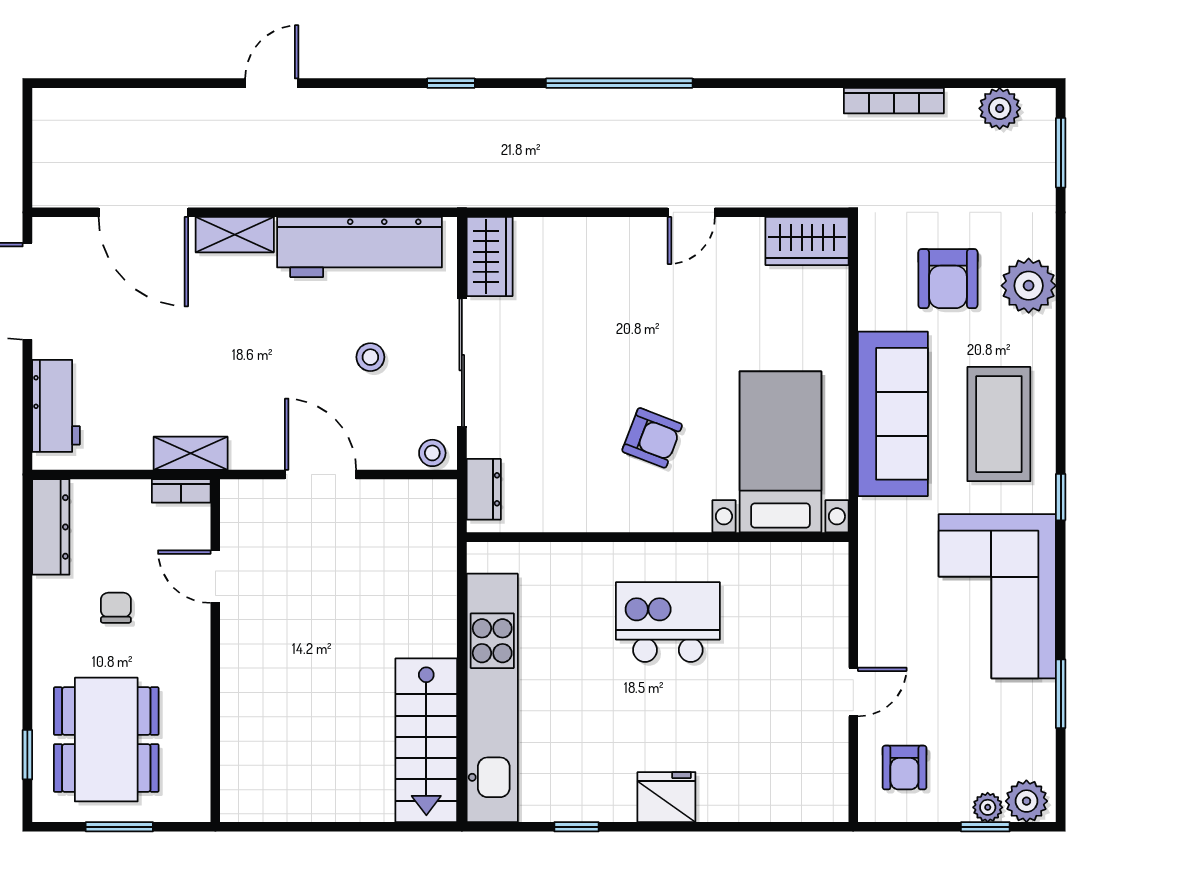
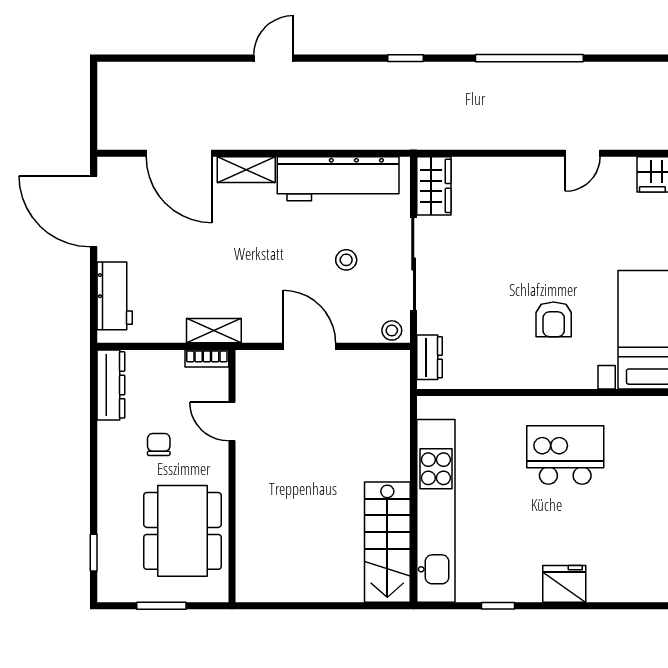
armchair: (652, 438) -> (554, 319), turned 69
dining table: (106, 740) -> (182, 531), moved

